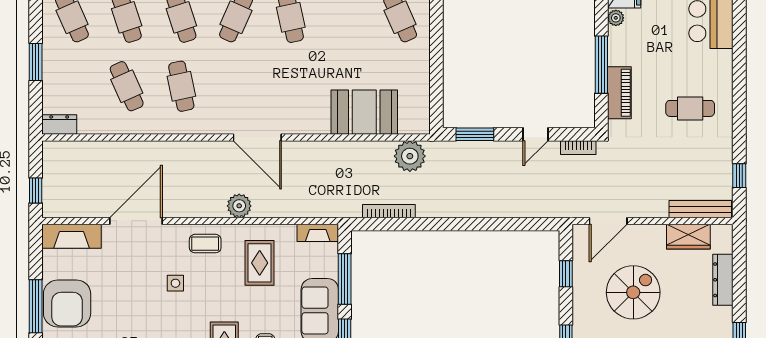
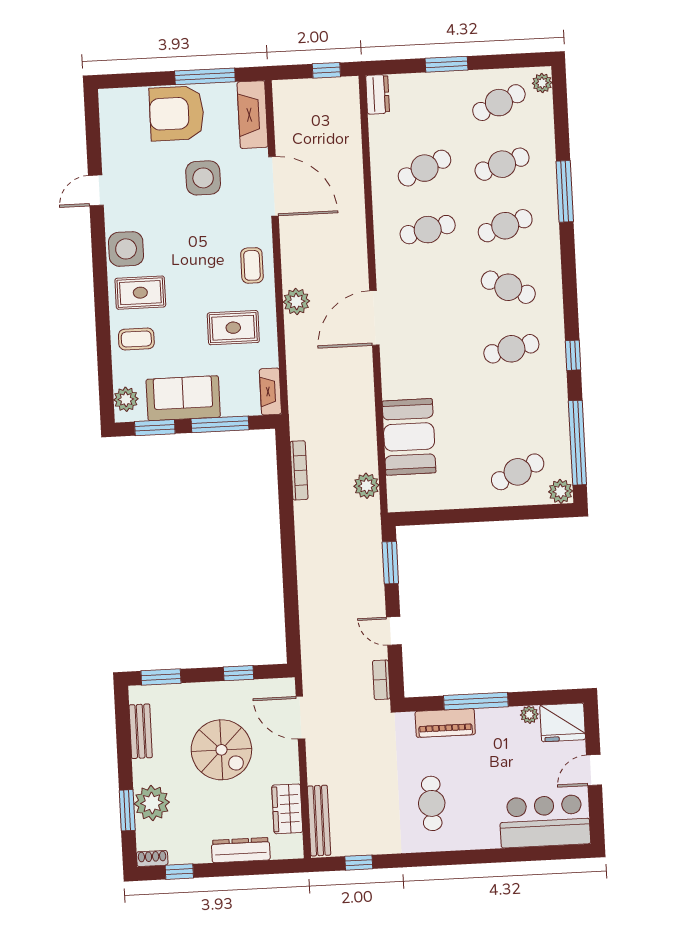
plant: (410, 156) -> (366, 486), width x0.73, depth x0.73
window: (36, 190) -> (326, 70), moved
side table: (175, 283) -> (203, 178), moved, width x1.87, depth x1.87
window: (36, 306) -> (205, 76), moved

